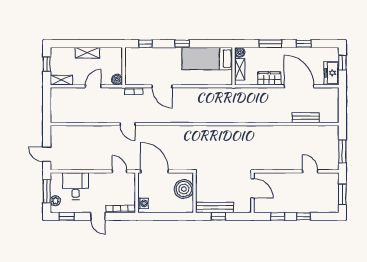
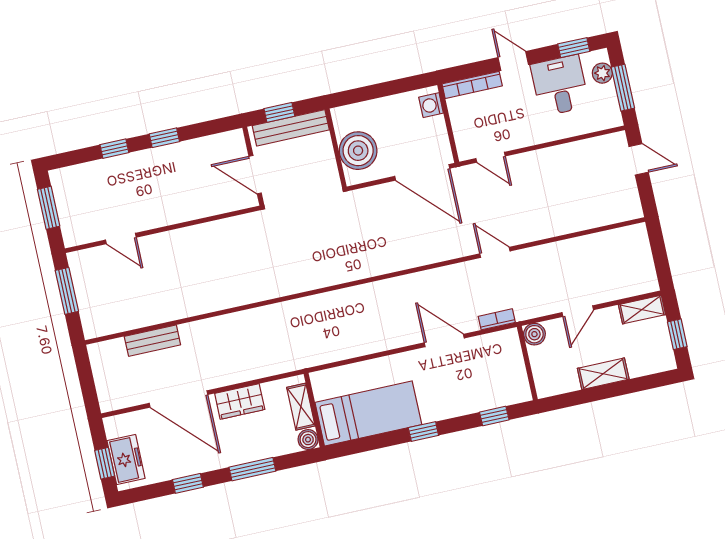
freezer: (331, 73) -> (126, 460), moved
desk: (76, 186) -> (560, 85), moved, turned 180
door: (252, 188) -> (255, 175), moved
wall: (252, 193) -> (253, 166), moved

